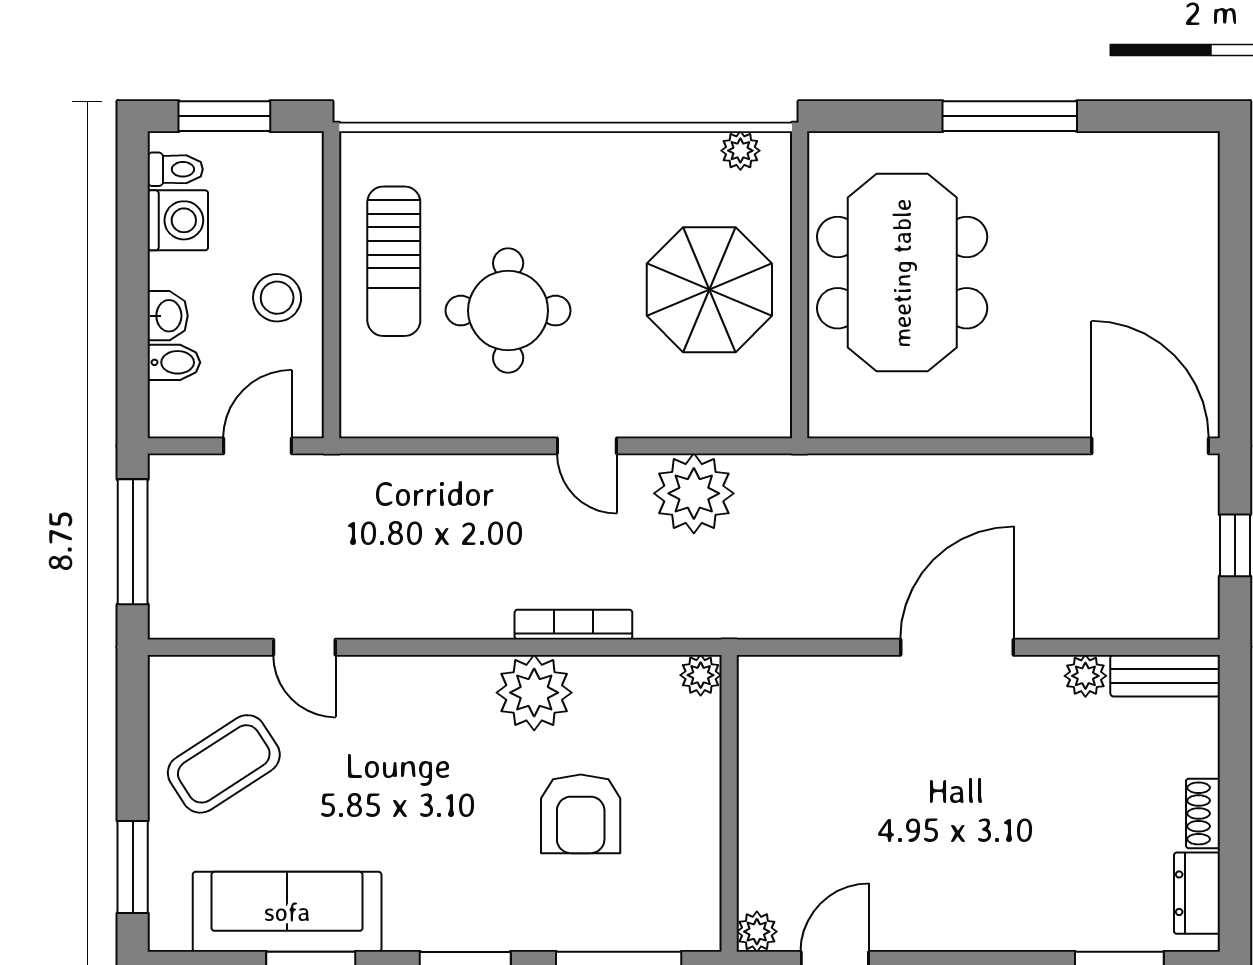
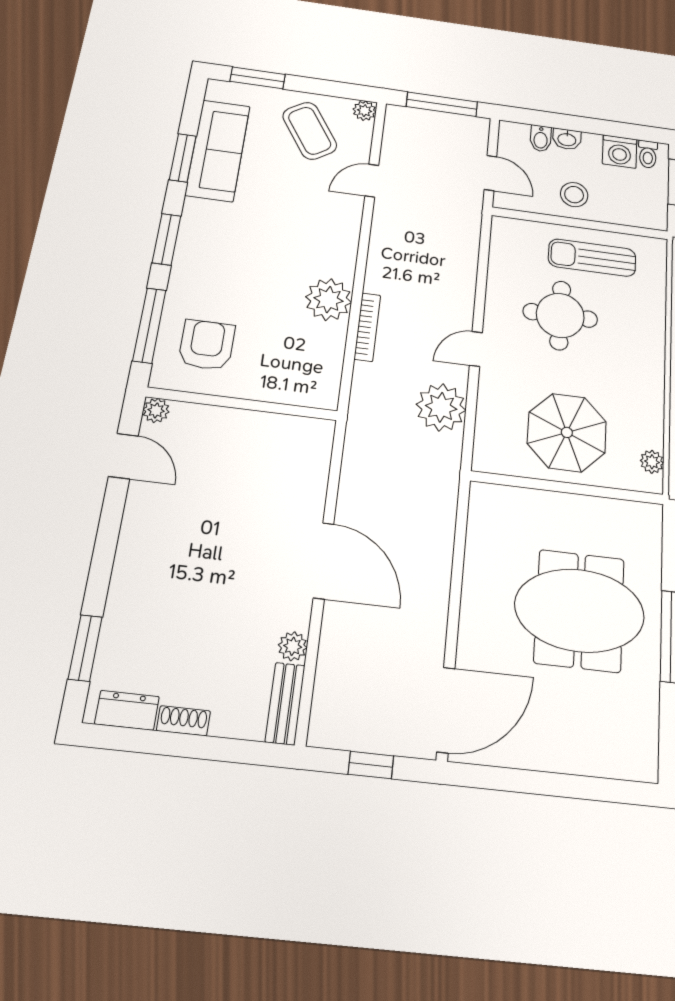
meeting table: (902, 273) -> (580, 610), moved
plant: (701, 675) -> (364, 111), moved
armchair: (581, 814) -> (207, 345), moved, turned 90

